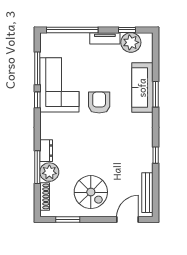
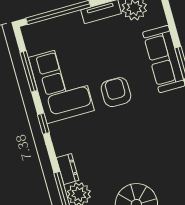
window: (37, 100) -> (43, 124), moved

